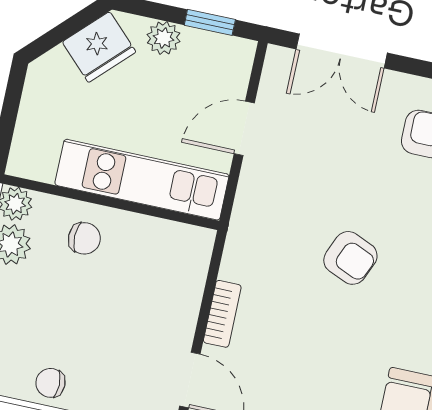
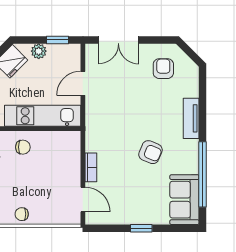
armchair: (350, 258) -> (150, 152), moved

